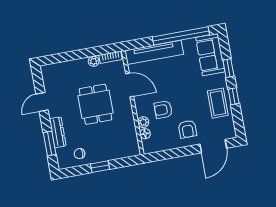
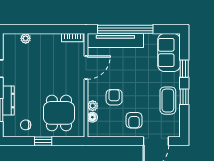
window: (181, 36) -> (125, 29), moved
plant: (94, 61) -> (26, 38), moved
door: (130, 85) -> (86, 68), hinge flipped
dining table: (96, 104) -> (59, 113), moved
armchair: (163, 110) -> (114, 97), turned 90

